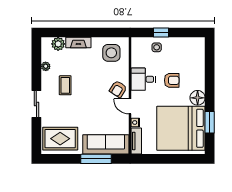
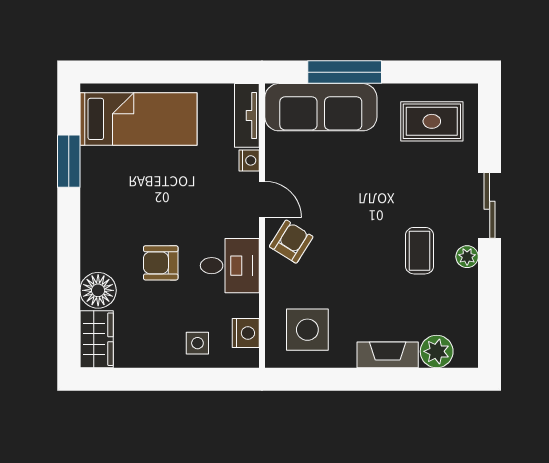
window: (161, 32) -> (187, 379), removed
wardrobe: (198, 49) -> (97, 339), added
nightstand: (137, 51) -> (246, 333), added
plant: (46, 66) -> (467, 257), moved
floor lamp: (198, 98) -> (98, 290), moved
bed: (181, 128) -> (138, 119), width x0.49
rug: (60, 139) -> (432, 121), width x0.73, depth x0.70

